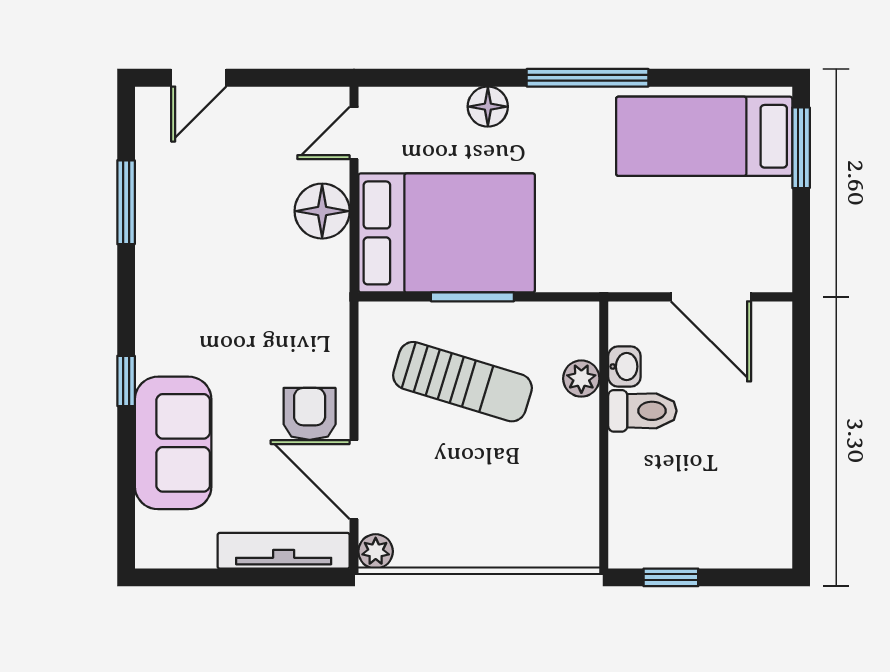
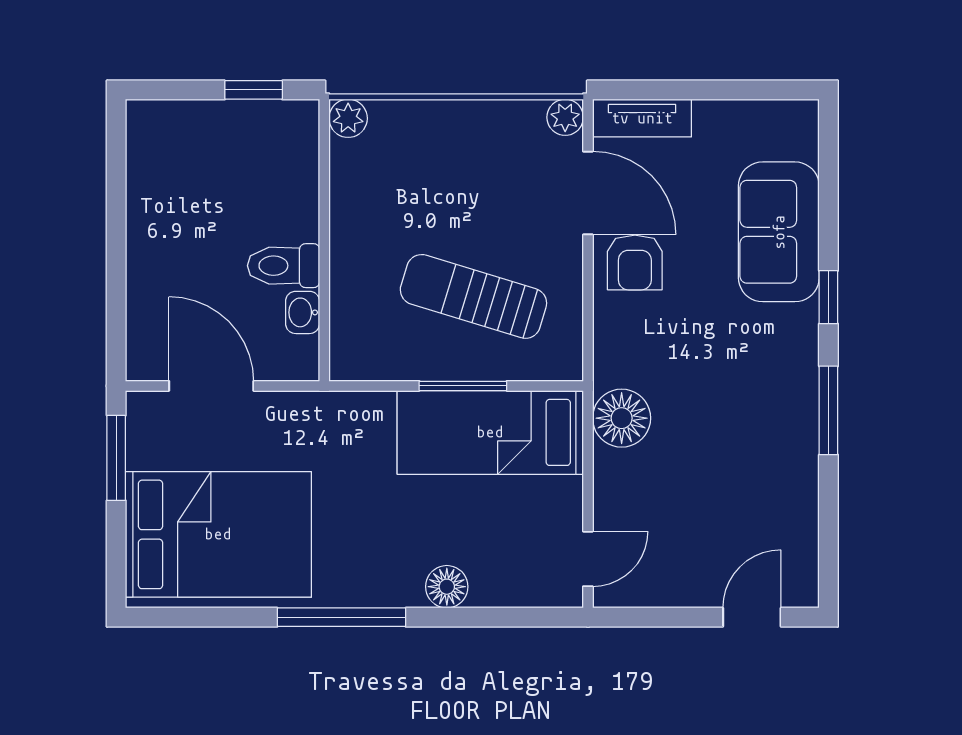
bed: (704, 136) -> (218, 534), width x1.50
window: (801, 148) -> (116, 458), moved
window: (126, 202) -> (828, 410), moved
floor lamp: (322, 211) -> (622, 418), moved
bed: (447, 233) -> (490, 432), width x0.67
plant: (581, 379) -> (348, 118), moved
tv unit: (284, 551) -> (642, 118), width x0.71

